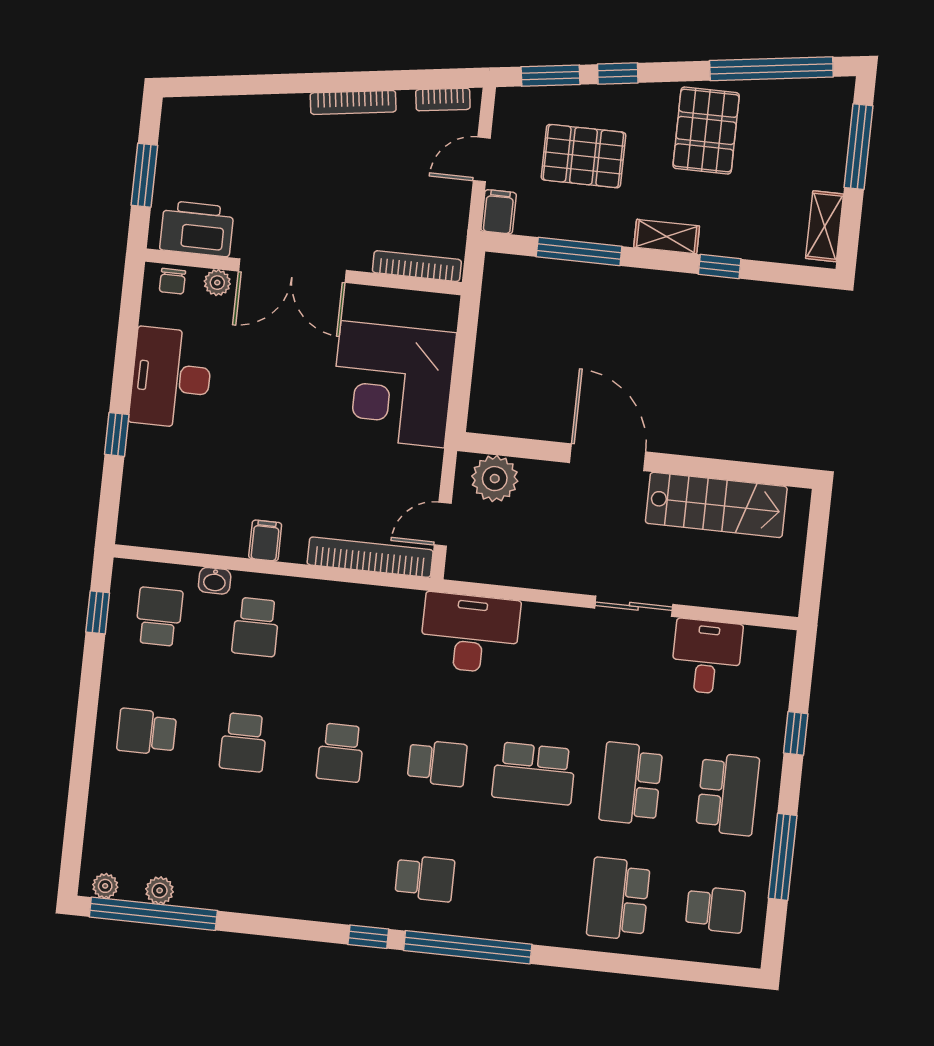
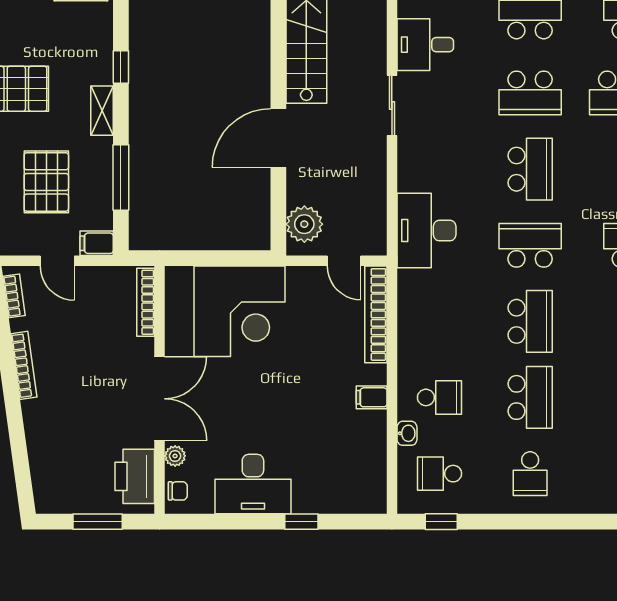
school desk: (243, 742) -> (530, 397), width x1.85
school desk: (340, 753) -> (530, 321), width x1.85
school desk: (437, 763) -> (530, 245), width x1.85

